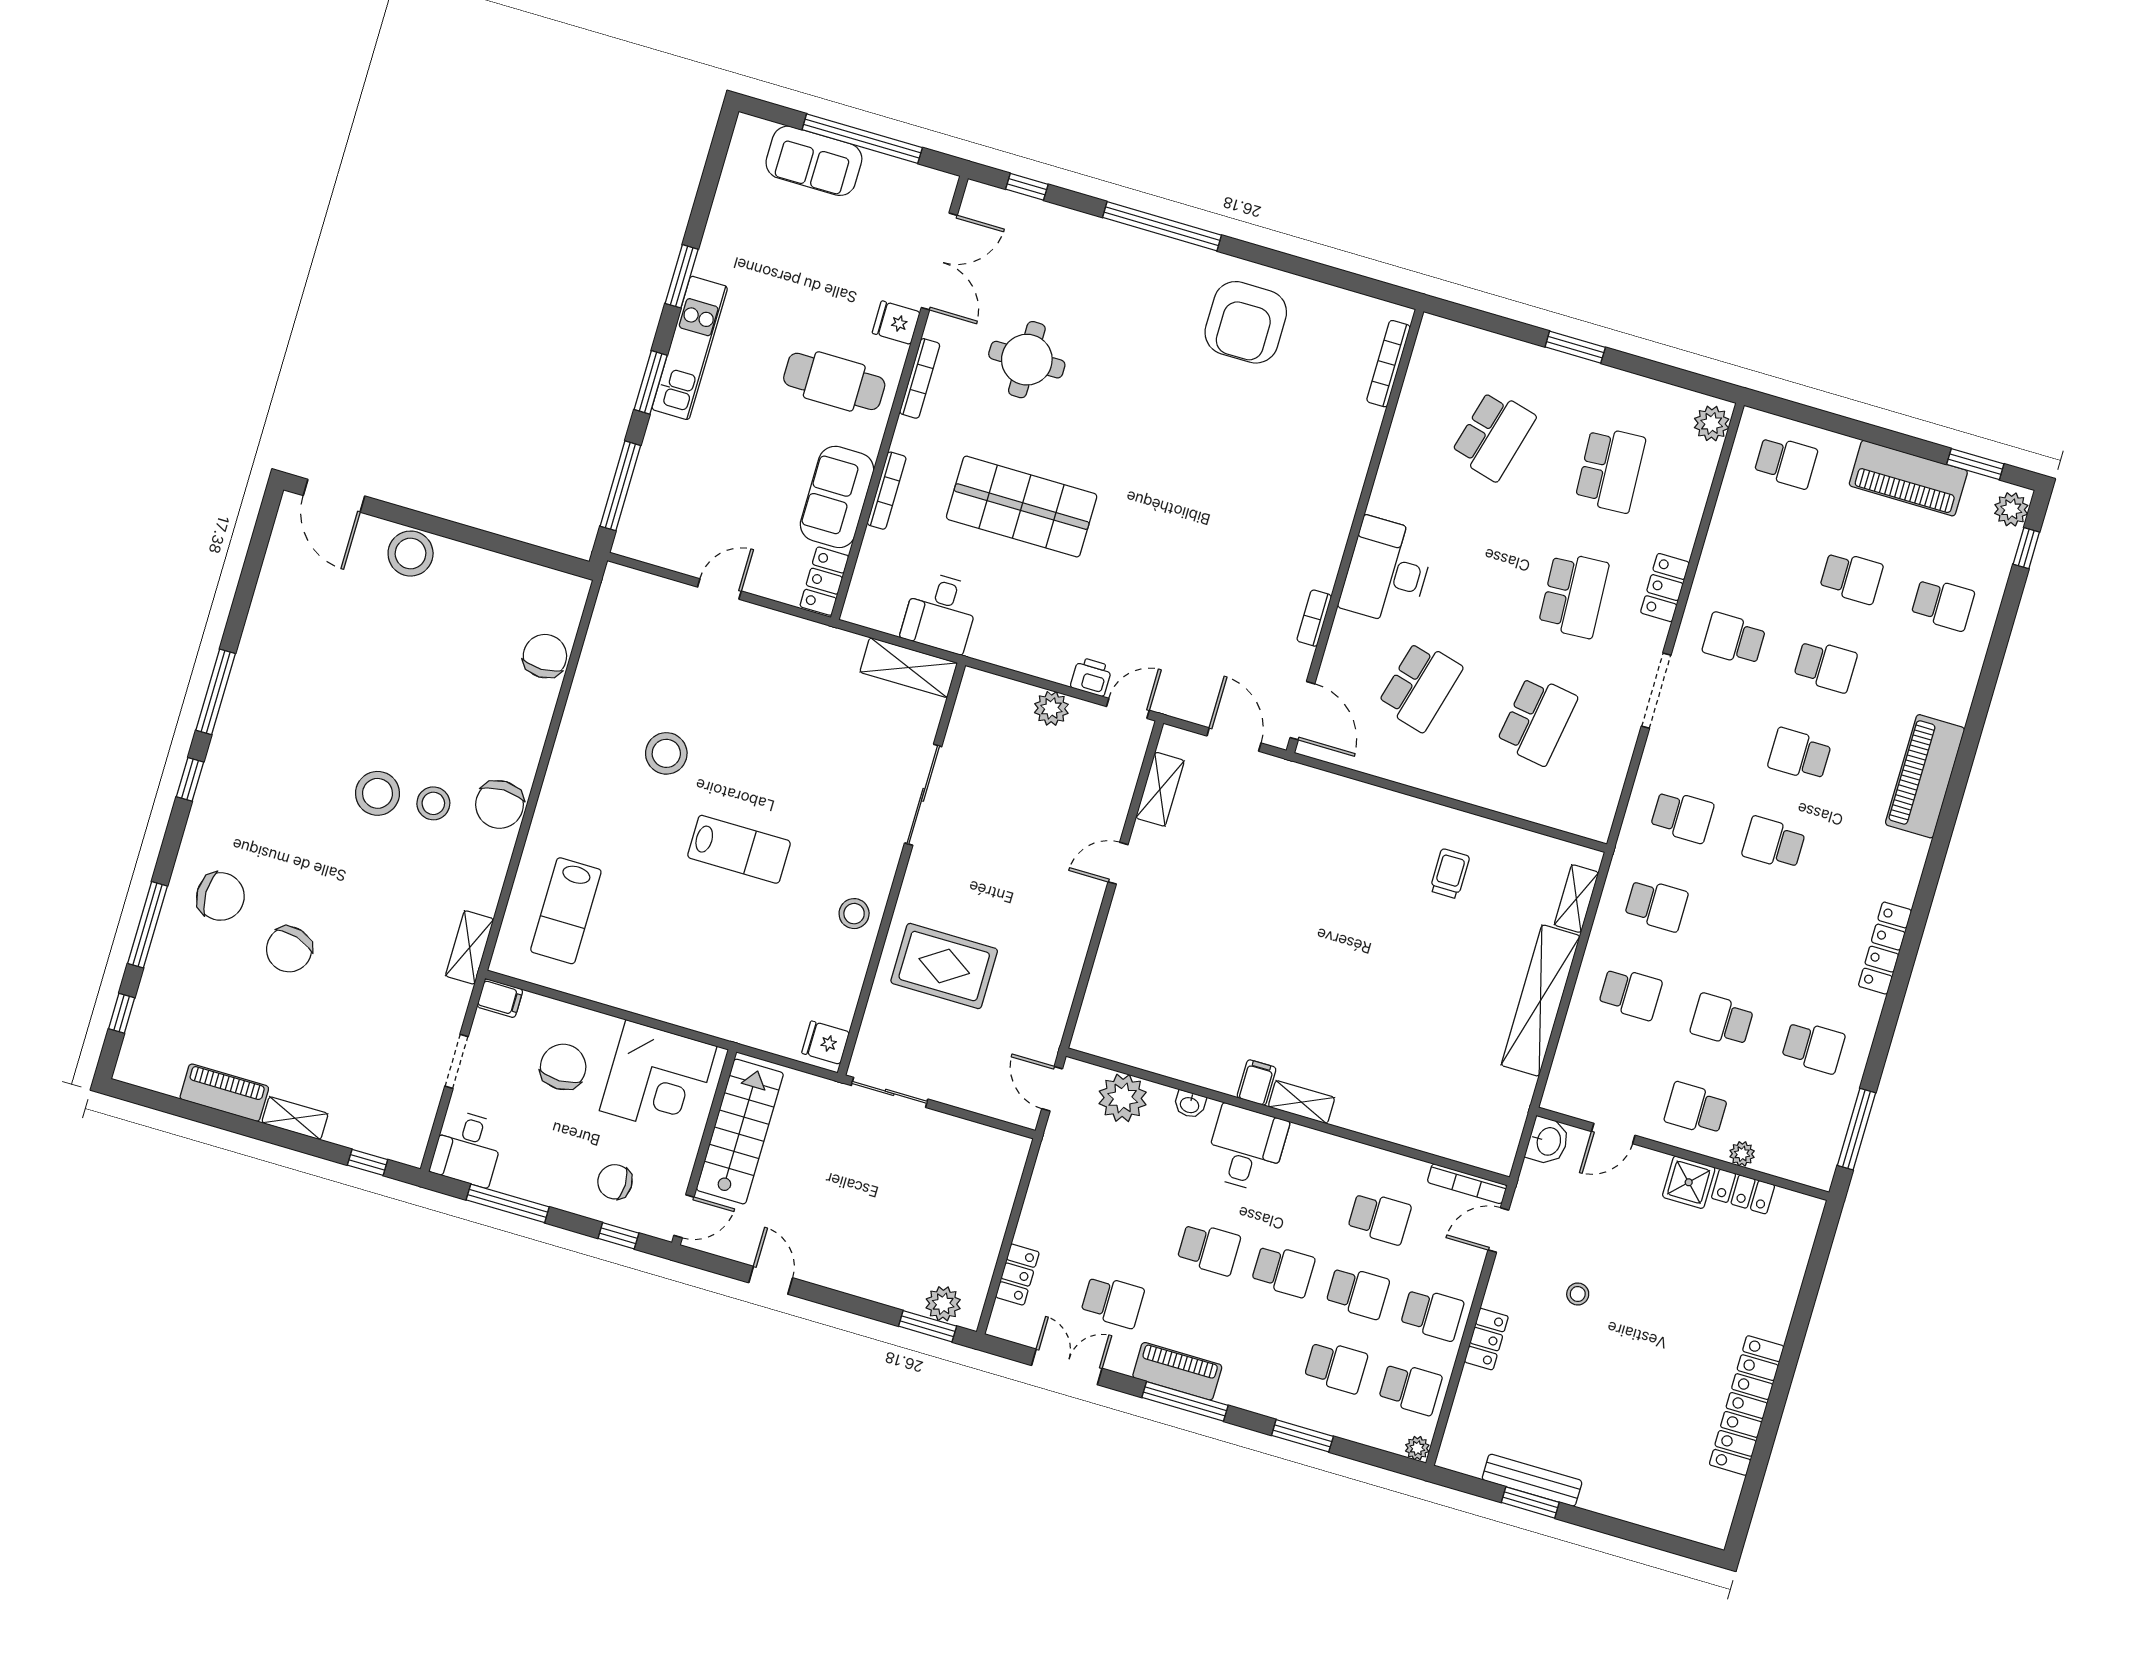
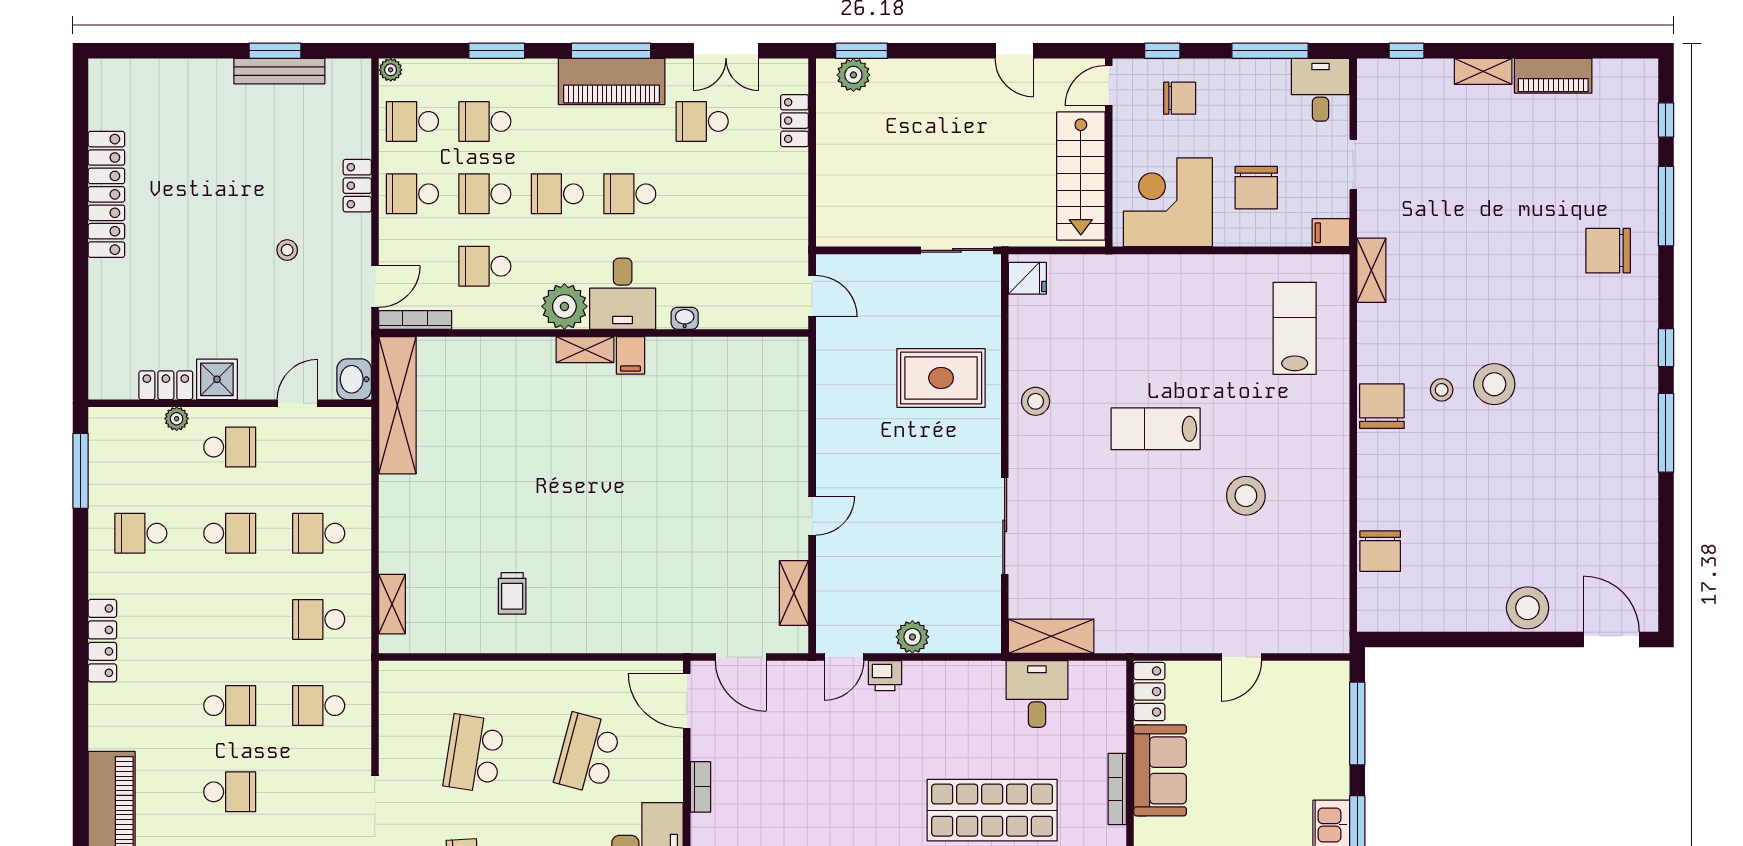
stool: (433, 803) -> (1442, 390), width x0.73, depth x0.73
chair: (289, 949) -> (1533, 221), removed
shelving: (1541, 1001) -> (397, 405), moved
plant: (1123, 1098) -> (564, 306), moved
piano: (1177, 1371) -> (612, 82), width x1.37, depth x1.33

